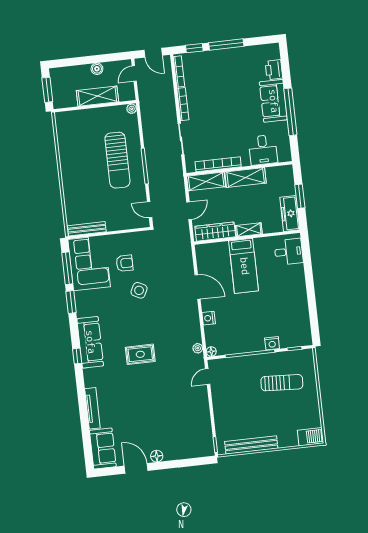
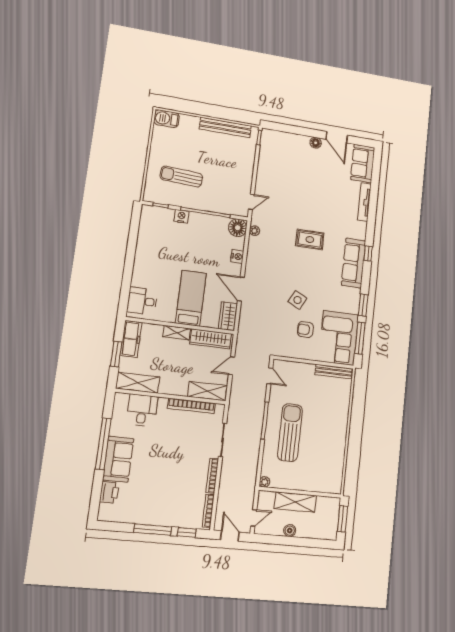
shelving: (246, 177) -> (138, 383), moved
wardrobe: (204, 257) -> (228, 316), added
floor lamp: (211, 351) -> (238, 228), width x1.89, depth x1.89

